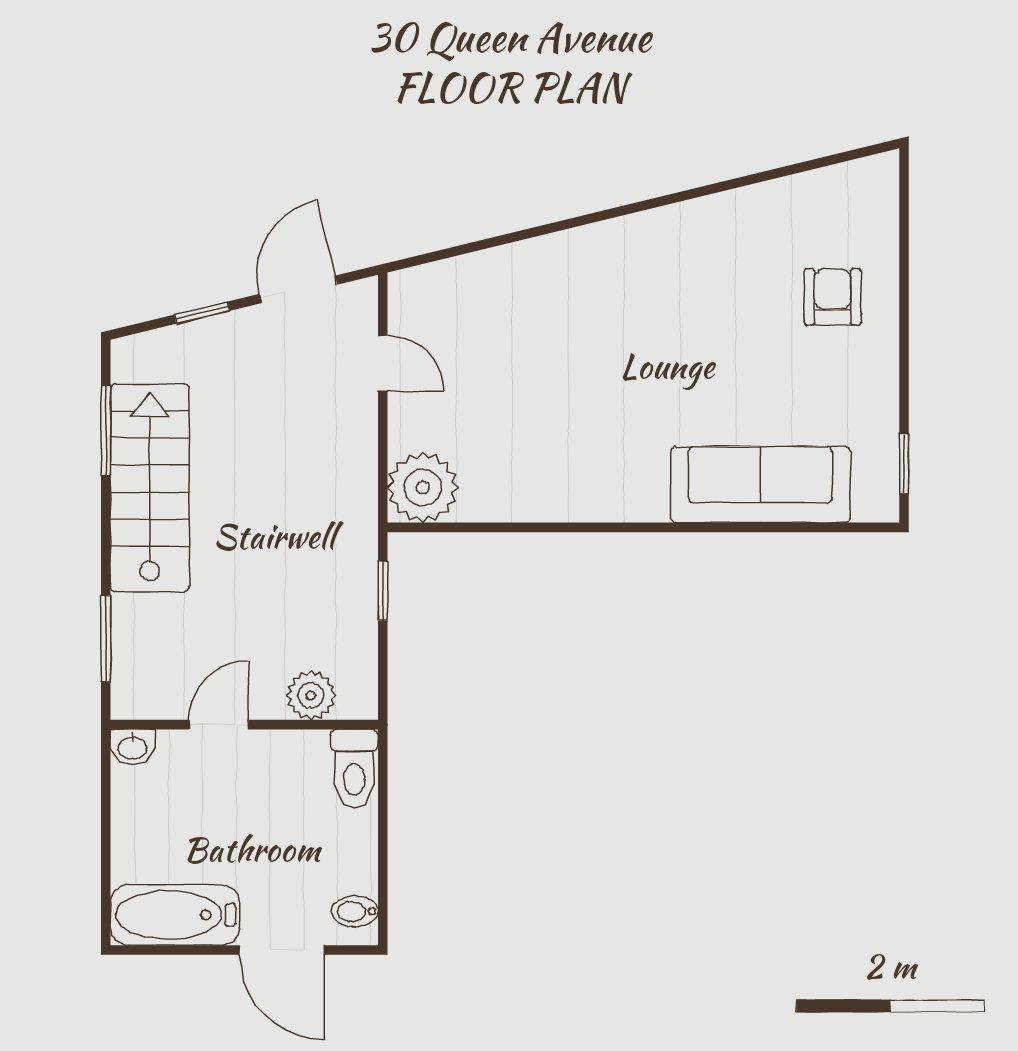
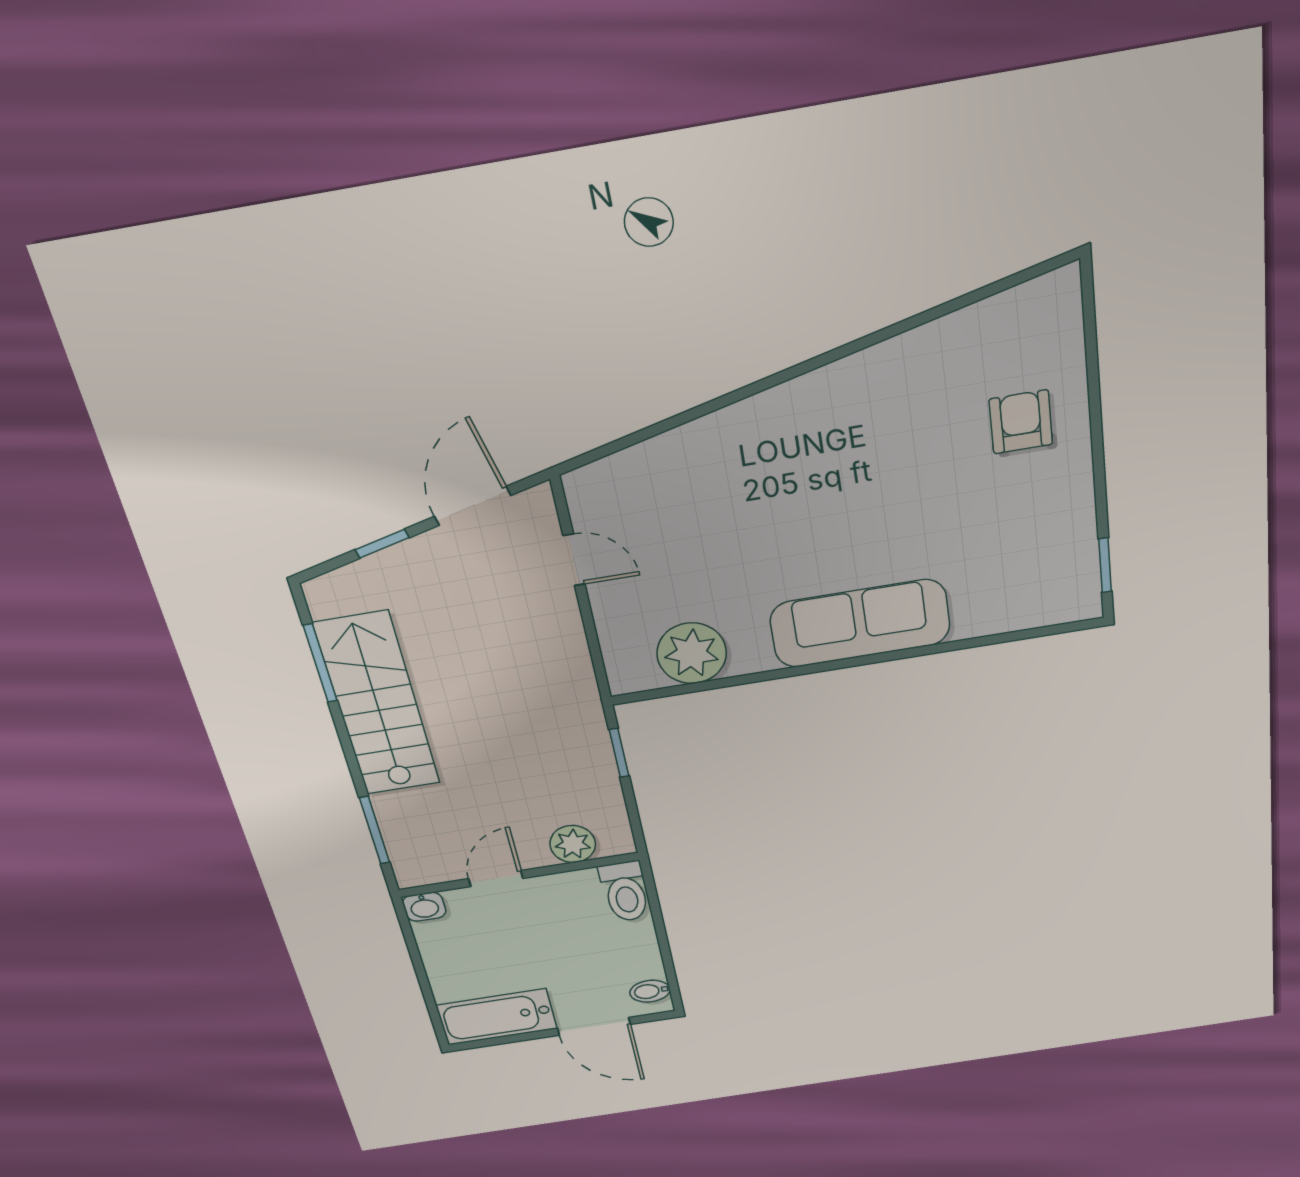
sofa: (760, 485) -> (860, 623), moved
plant: (423, 487) -> (692, 653), moved

